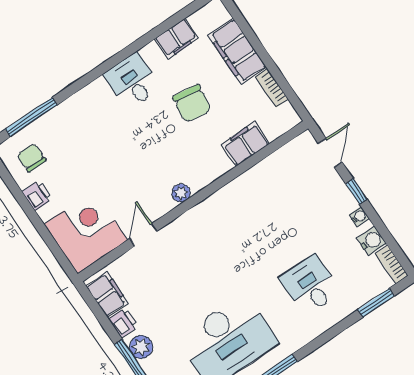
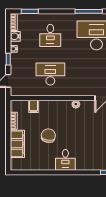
filing cabinet: (176, 39) -> (37, 165), removed
filing cabinet: (246, 144) -> (34, 106), width x0.50
desk: (263, 216) -> (50, 74), added

